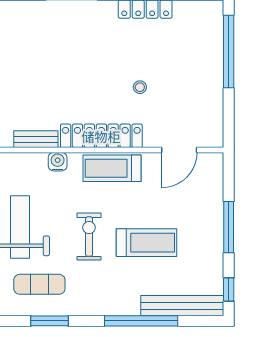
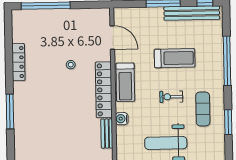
exercise bike: (89, 237) -> (171, 97), width x0.73, depth x0.72
treadmill: (147, 243) -> (175, 58), turned 90
exercise mat: (39, 284) -> (203, 109), moved
bench: (182, 306) -> (192, 13), moved, turned 90

